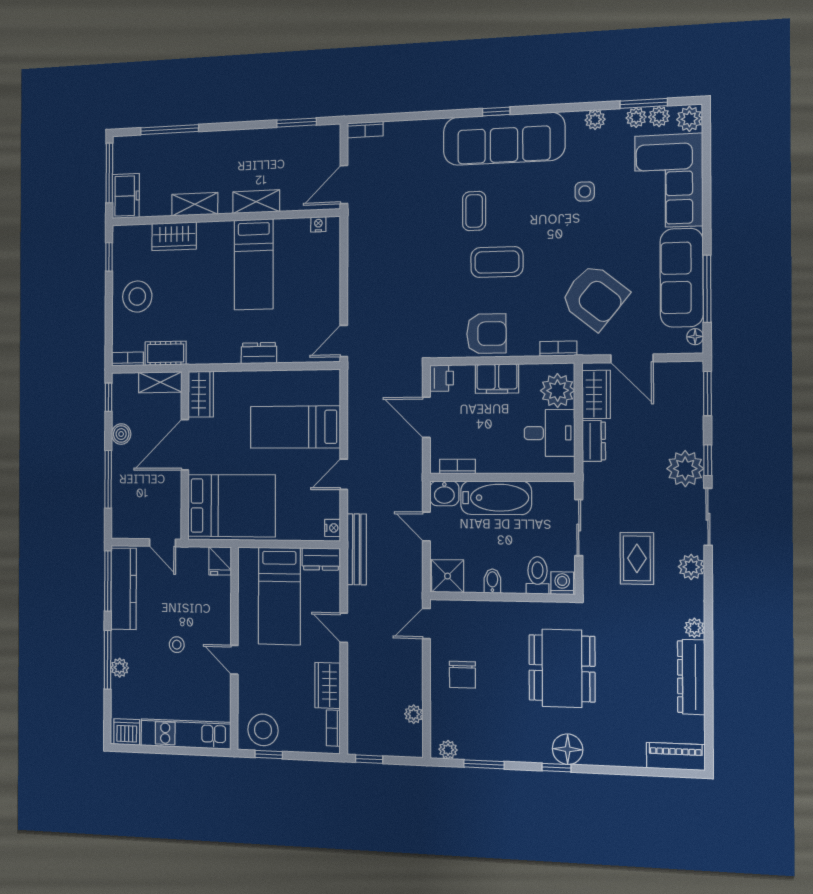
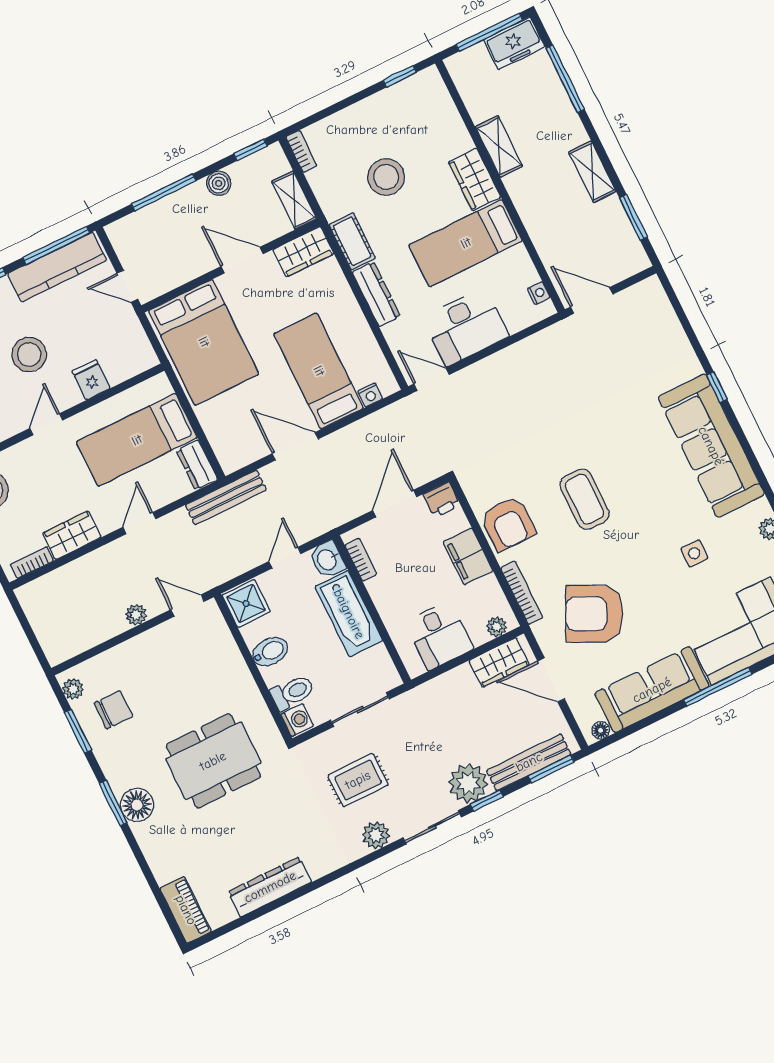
window: (496, 112) -> (717, 387), moved
bookcase: (365, 130) -> (658, 295), removed
freezer: (126, 196) -> (514, 43), moved
shelving: (256, 202) -> (592, 172), moved
coffee table: (474, 211) -> (625, 451), removed
wardrobe: (174, 236) -> (475, 180), moved
window: (707, 289) -> (718, 687), moved
desk: (317, 294) -> (466, 327), added
stool: (137, 297) -> (386, 177), moved
armchair: (594, 297) -> (594, 614), turned 77
bookcase: (558, 349) -> (522, 593), width x1.56
cot: (166, 353) -> (352, 241), moved
dresser: (259, 353) -> (376, 294), width x1.44
door: (632, 358) -> (551, 680), hinge flipped
plant: (557, 391) -> (497, 627), width x0.53, depth x0.53
bench: (693, 410) -> (529, 762), added
dresser: (594, 441) -> (452, 683), removed
door: (185, 445) -> (242, 260), width x0.73
door: (344, 474) -> (295, 446), width x1.38
nightstand: (332, 528) -> (370, 395), moved
door: (163, 543) -> (127, 286), hinge flipped
fridge: (220, 561) -> (91, 380), moved, turned 90
bidet: (492, 581) -> (270, 652), width x1.38, depth x1.36
plant: (694, 628) -> (319, 867), removed
stool: (177, 645) -> (29, 355), width x1.89, depth x1.89
chair: (462, 675) -> (113, 710), moved, turned 180
plant: (414, 714) -> (136, 615), moved
window: (369, 759) -> (20, 615), removed
window: (556, 768) -> (113, 803), width x1.50

